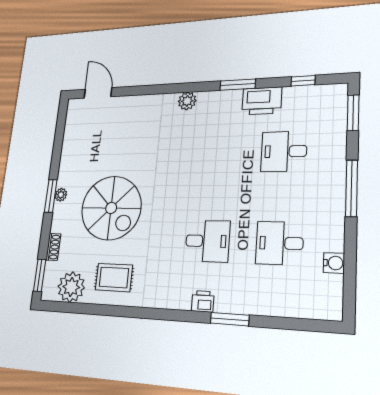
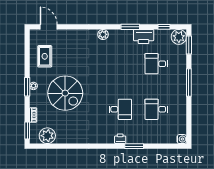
plant: (332, 98) -> (179, 37), added
water cooler: (334, 263) -> (182, 139), moved
rug: (114, 277) -> (45, 56), moved, turned 90

